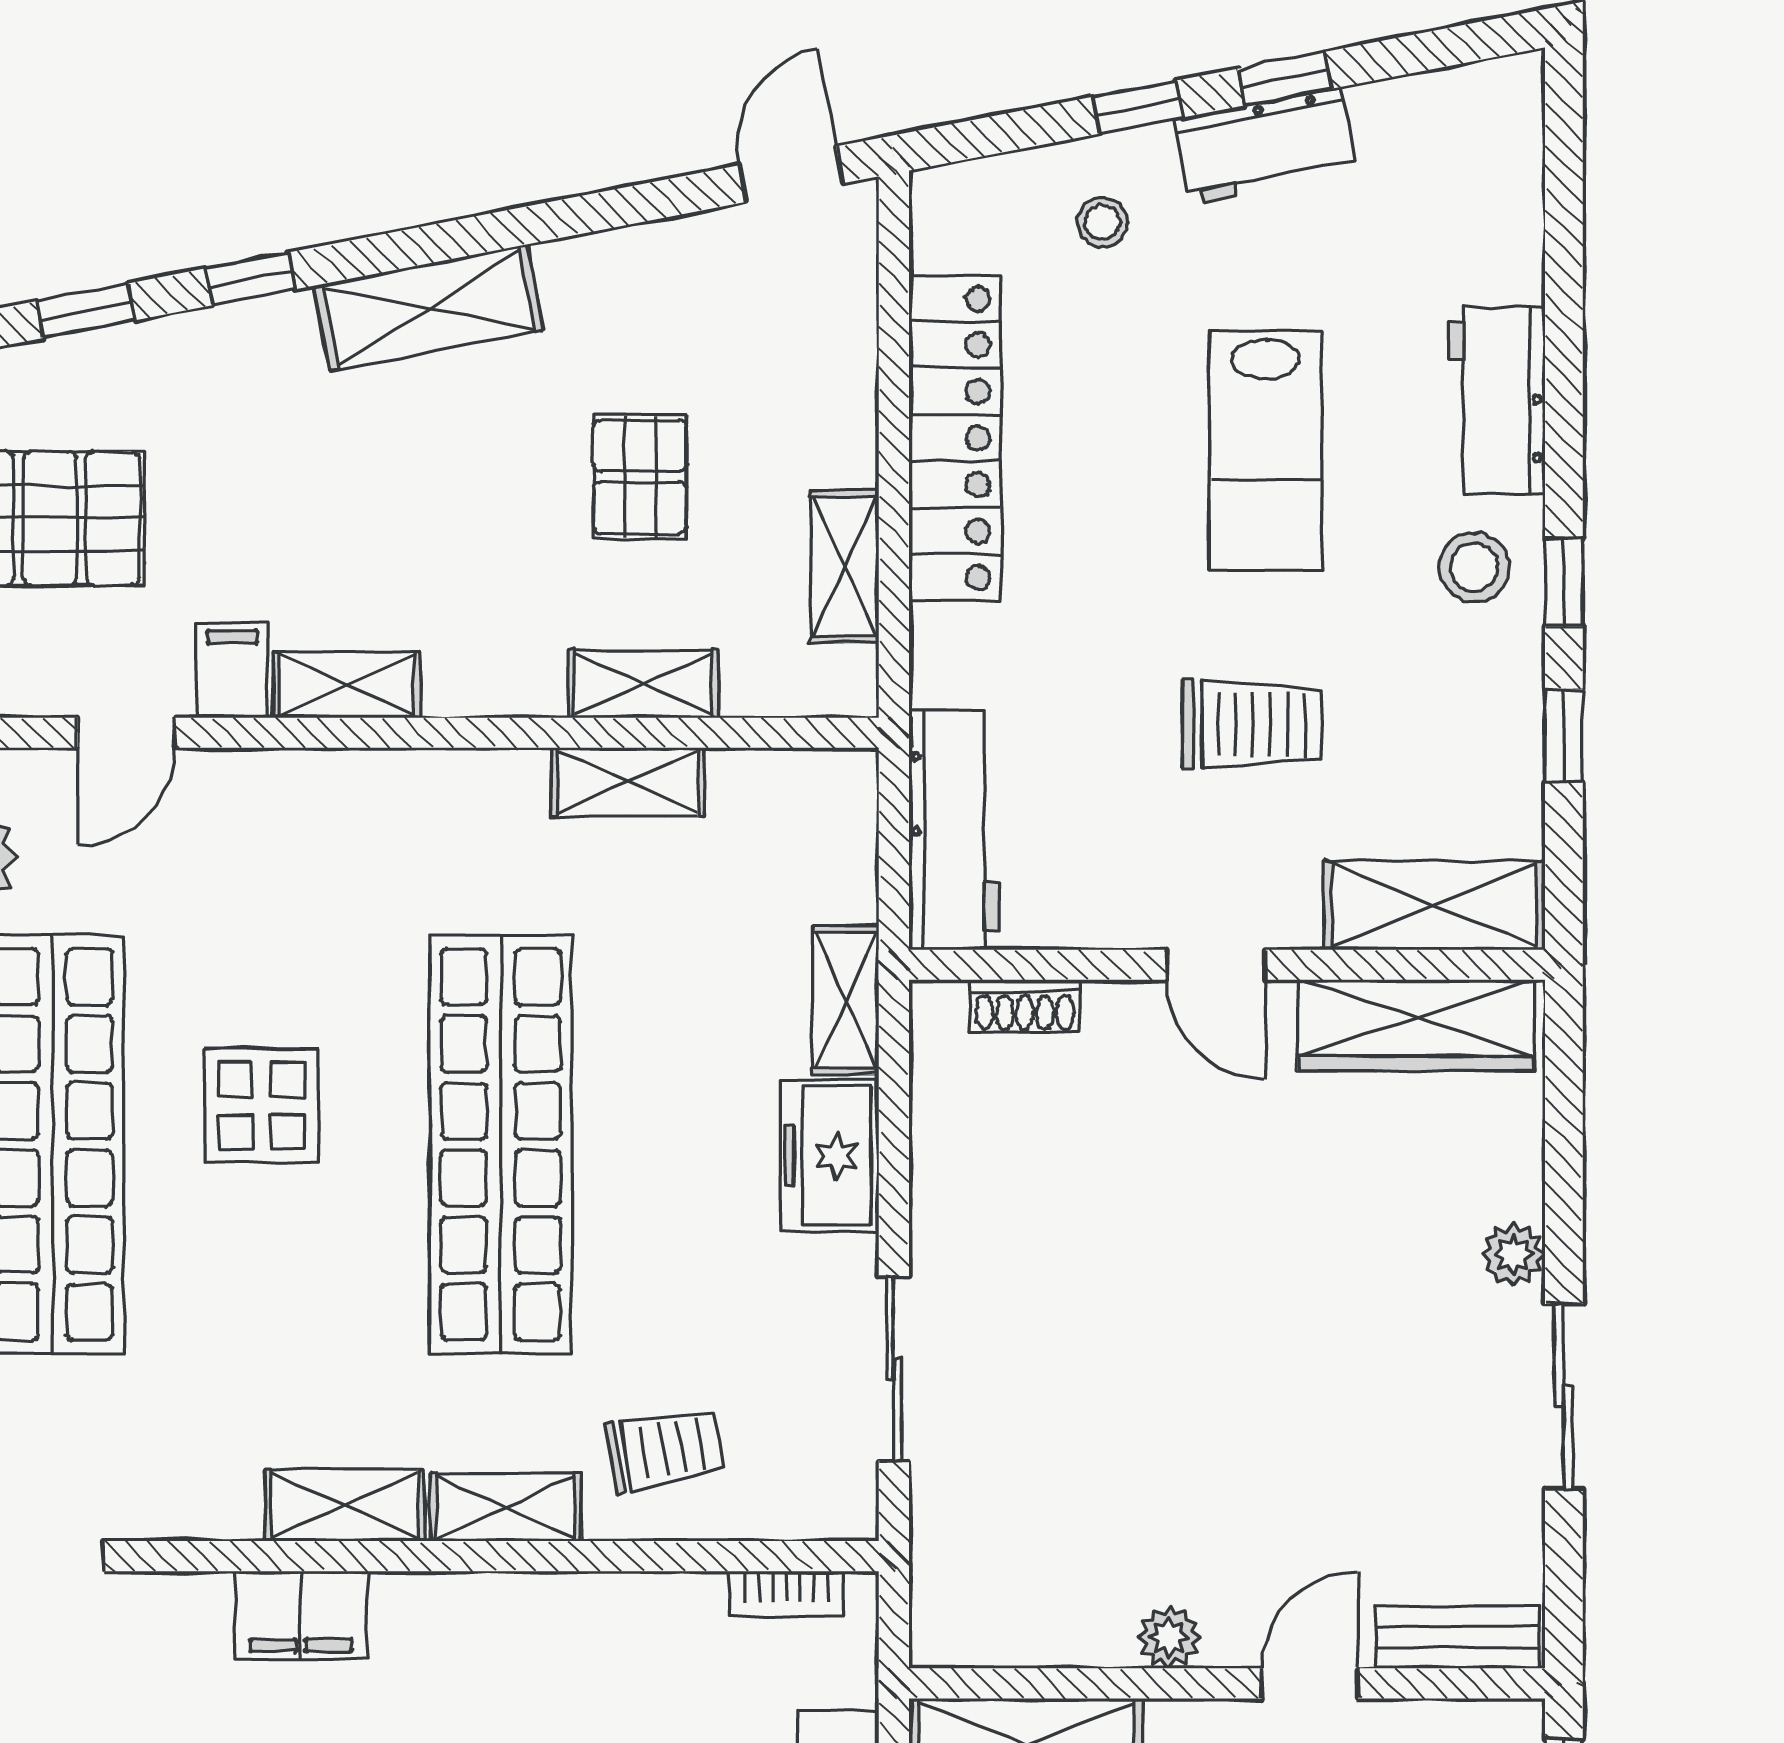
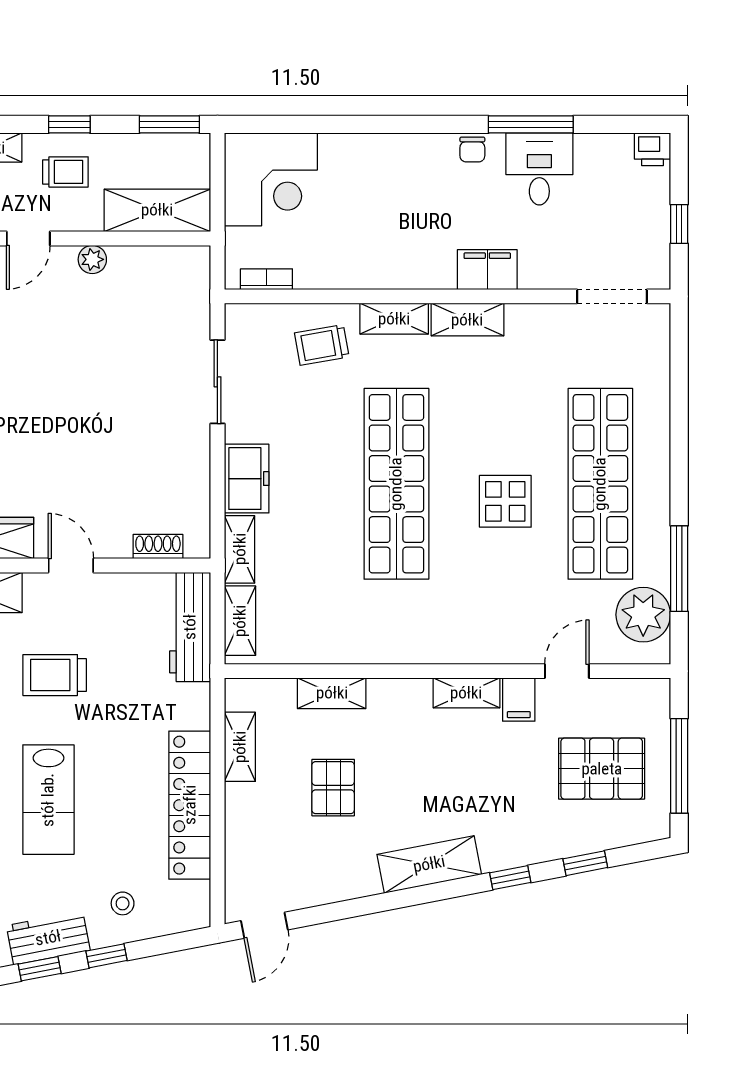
lab bench: (1265, 450) -> (48, 800), turned 180
shelving: (627, 782) -> (240, 621), moved, turned 90

